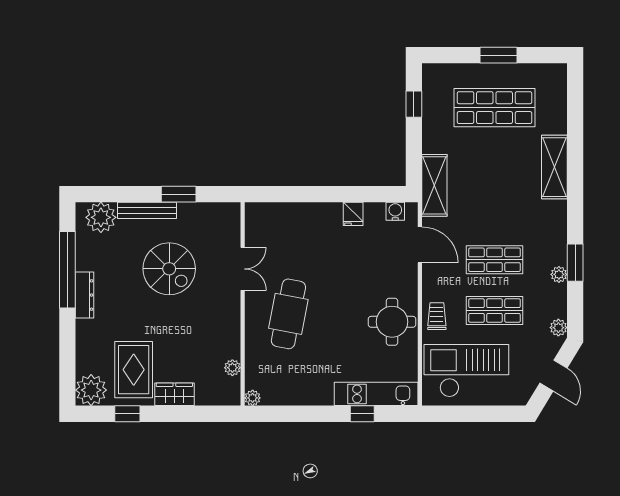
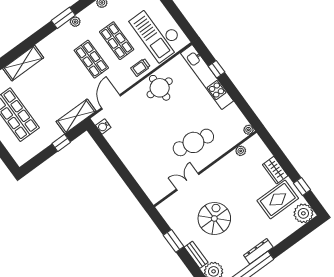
window: (414, 104) -> (61, 143), moved
bench: (147, 210) -> (196, 255), width x0.73
fridge: (353, 214) -> (120, 147), removed
kitchen unit: (376, 394) -> (207, 77), width x1.36

